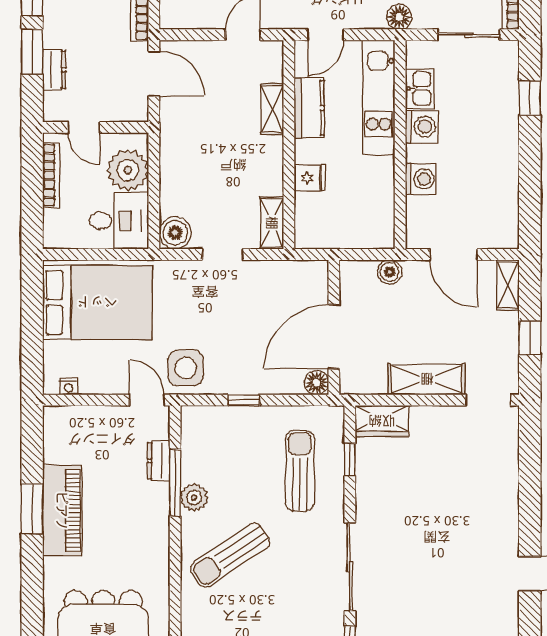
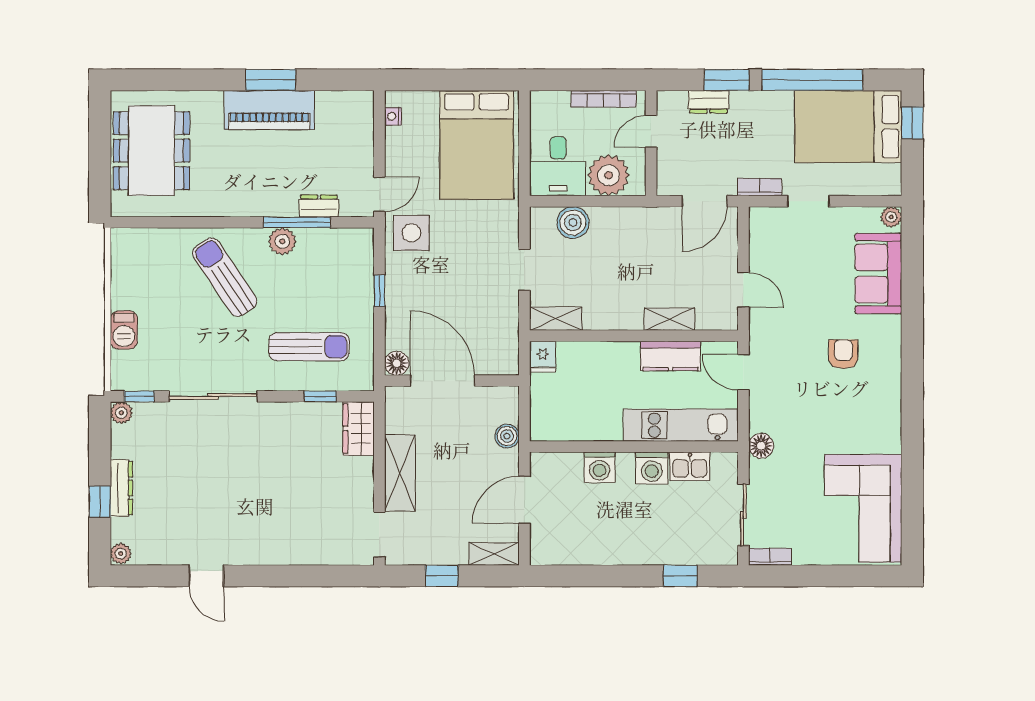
fridge: (310, 178) -> (543, 357), moved
boiler: (175, 233) -> (573, 223), moved

